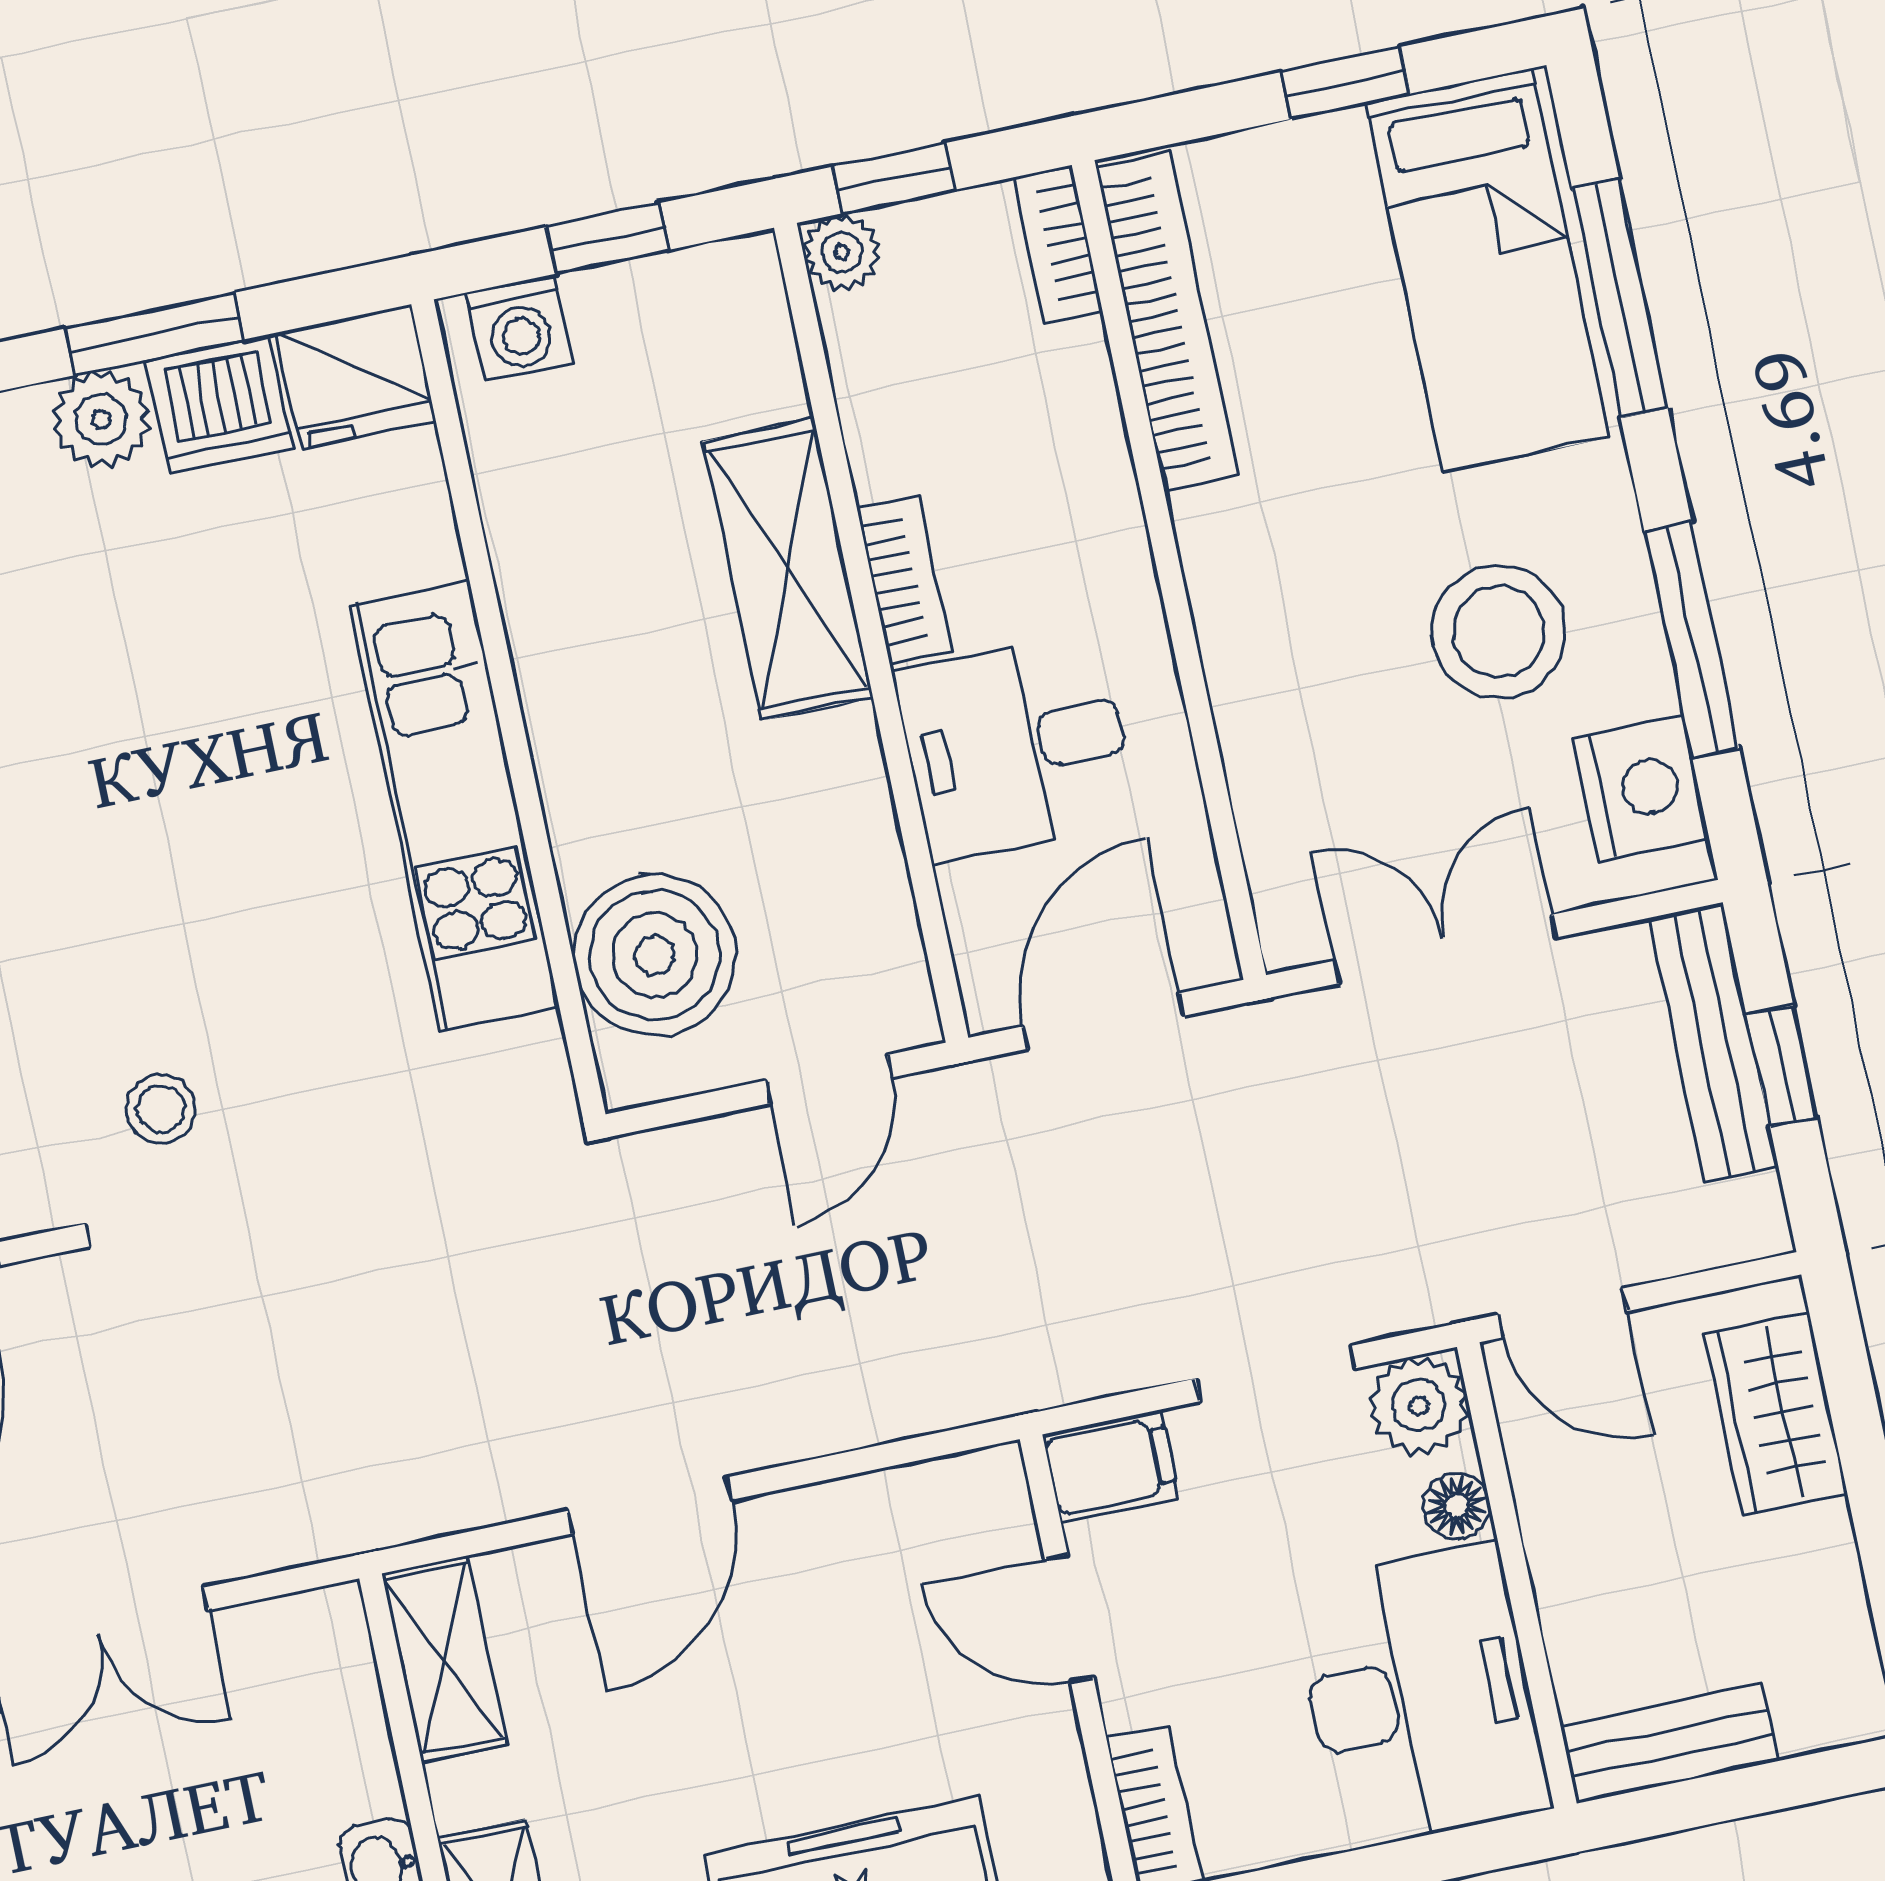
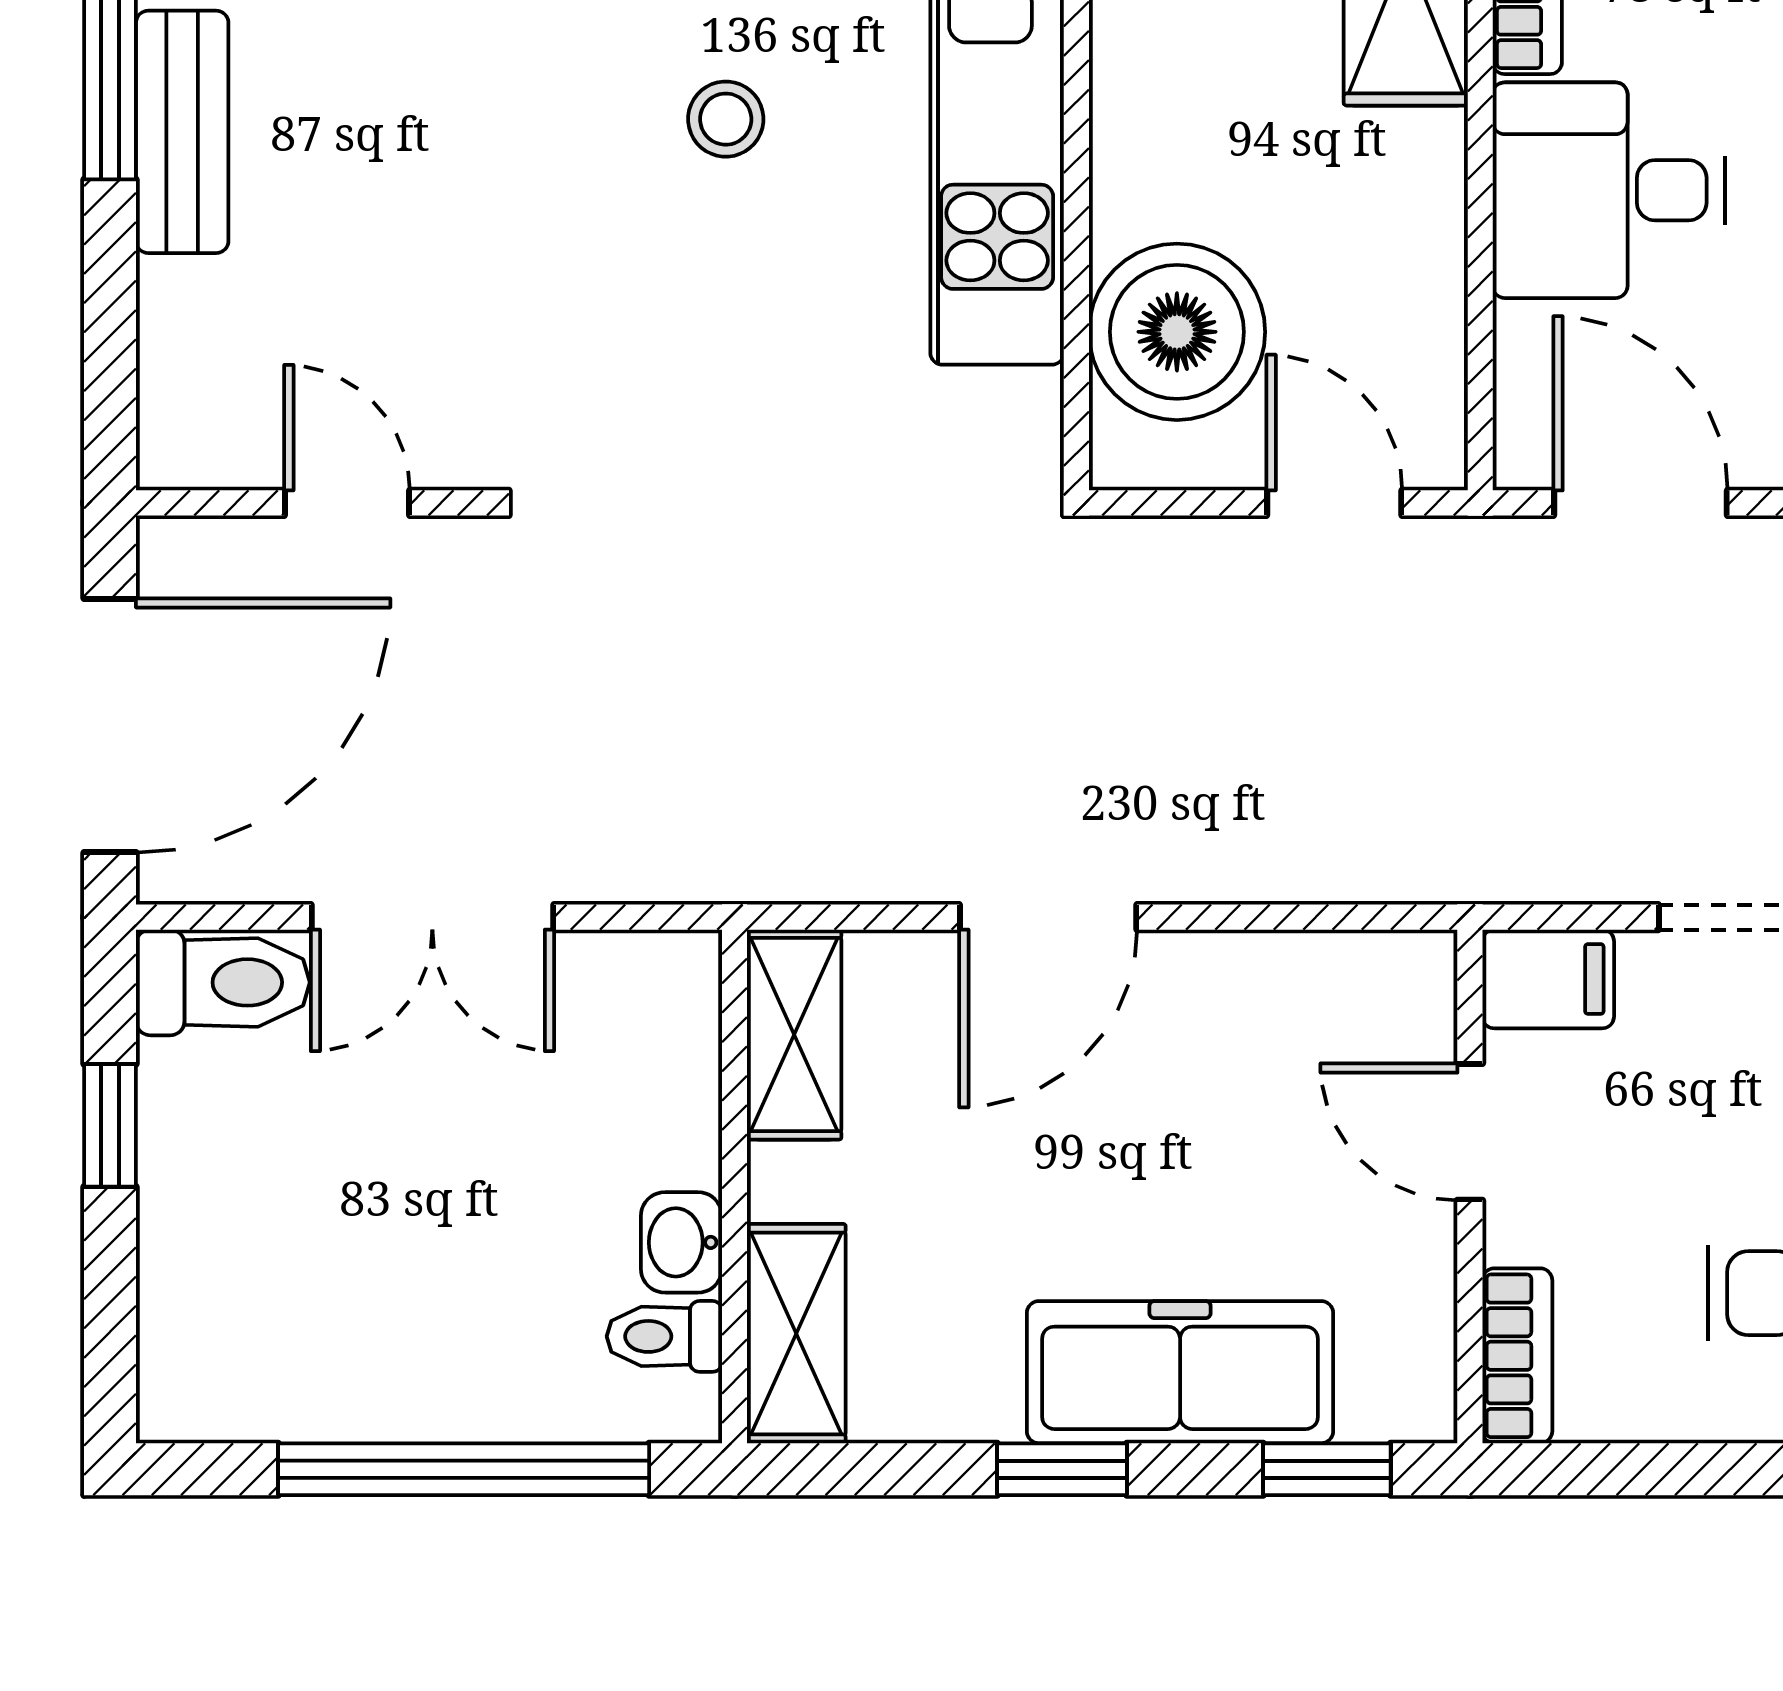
door: (1103, 1021) -> (1641, 503), hinge flipped
door: (828, 1079) -> (1334, 503), swing flipped
stool: (161, 1109) -> (726, 119), moved

